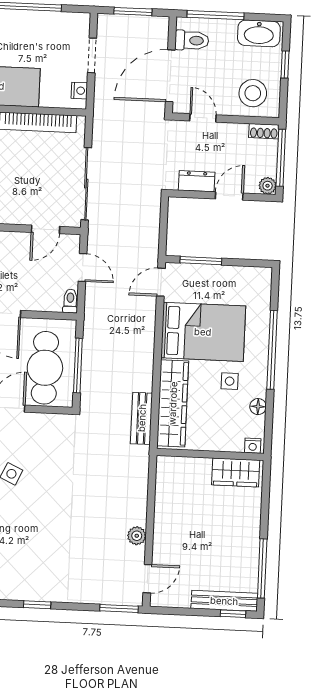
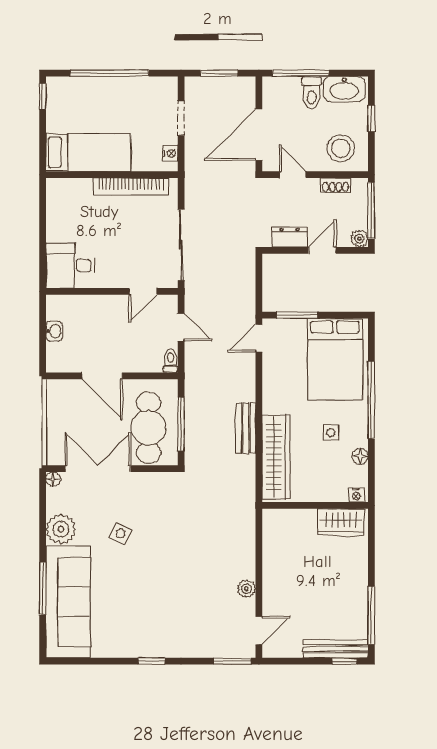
toilet: (192, 40) -> (312, 93), moved, turned 90
shoe rack: (264, 131) -> (336, 185), moved
bed: (203, 332) -> (335, 359), moved, turned 90
bench: (142, 418) -> (246, 428), moved

